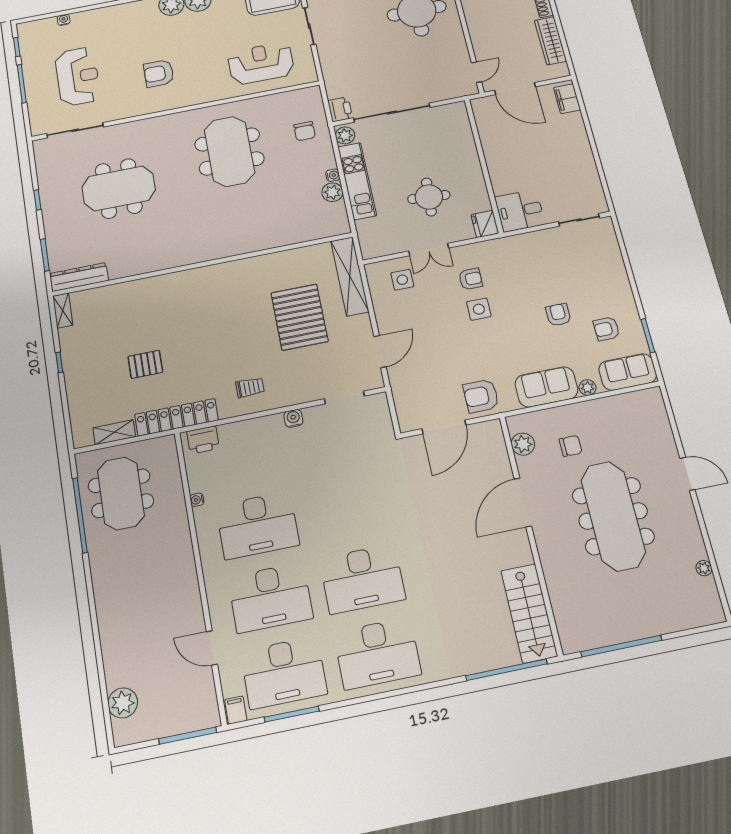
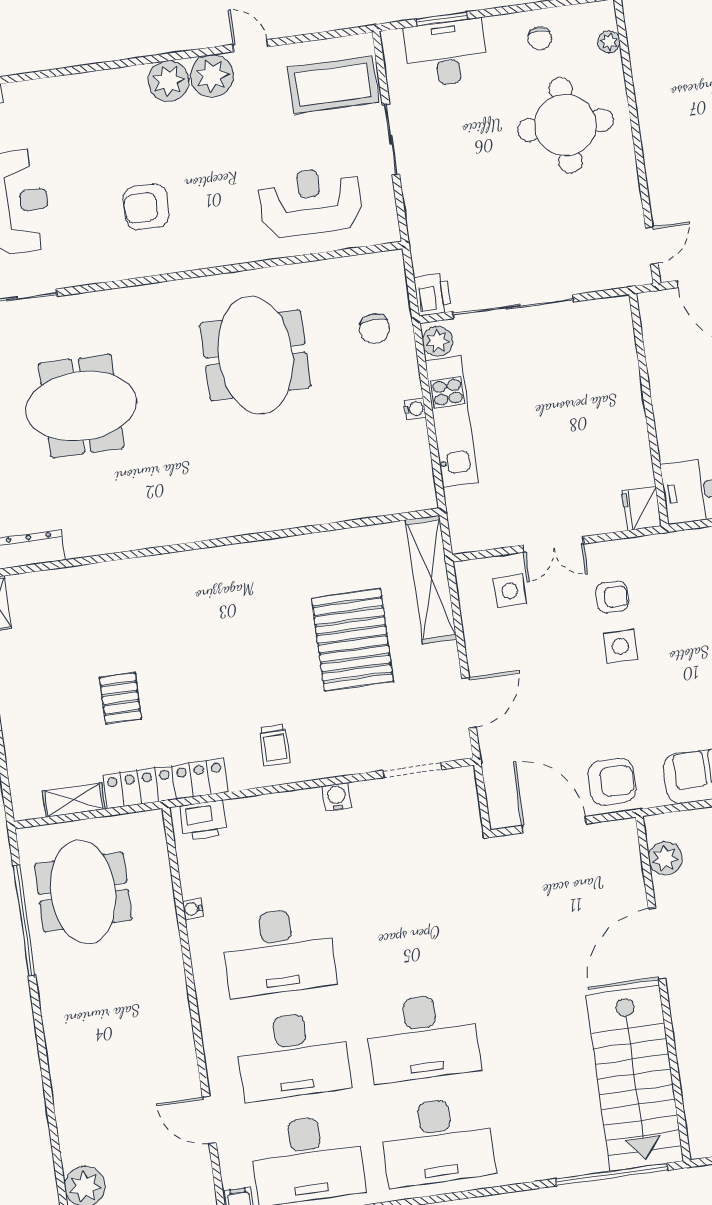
plant: (332, 192) -> (413, 438), removed
round table: (429, 197) -> (560, 457), removed
pallet: (145, 364) -> (120, 698), turned 90
trolley: (250, 387) -> (275, 745), turned 90
armchair: (481, 396) -> (612, 782), turned 180
door: (444, 427) -> (554, 825), swing flipped
stairs: (529, 613) -> (635, 1078), width x1.36, depth x1.51

